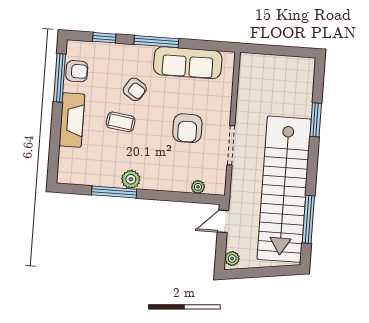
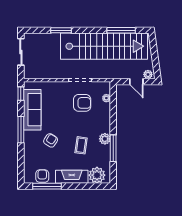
window: (104, 38) -> (21, 94), moved
sliding door: (285, 51) -> (21, 52), added
coffee table: (121, 122) -> (81, 145), moved
armchair: (187, 128) -> (82, 103), moved
plant: (72, 162) -> (97, 175), added
door: (223, 221) -> (136, 82), moved

